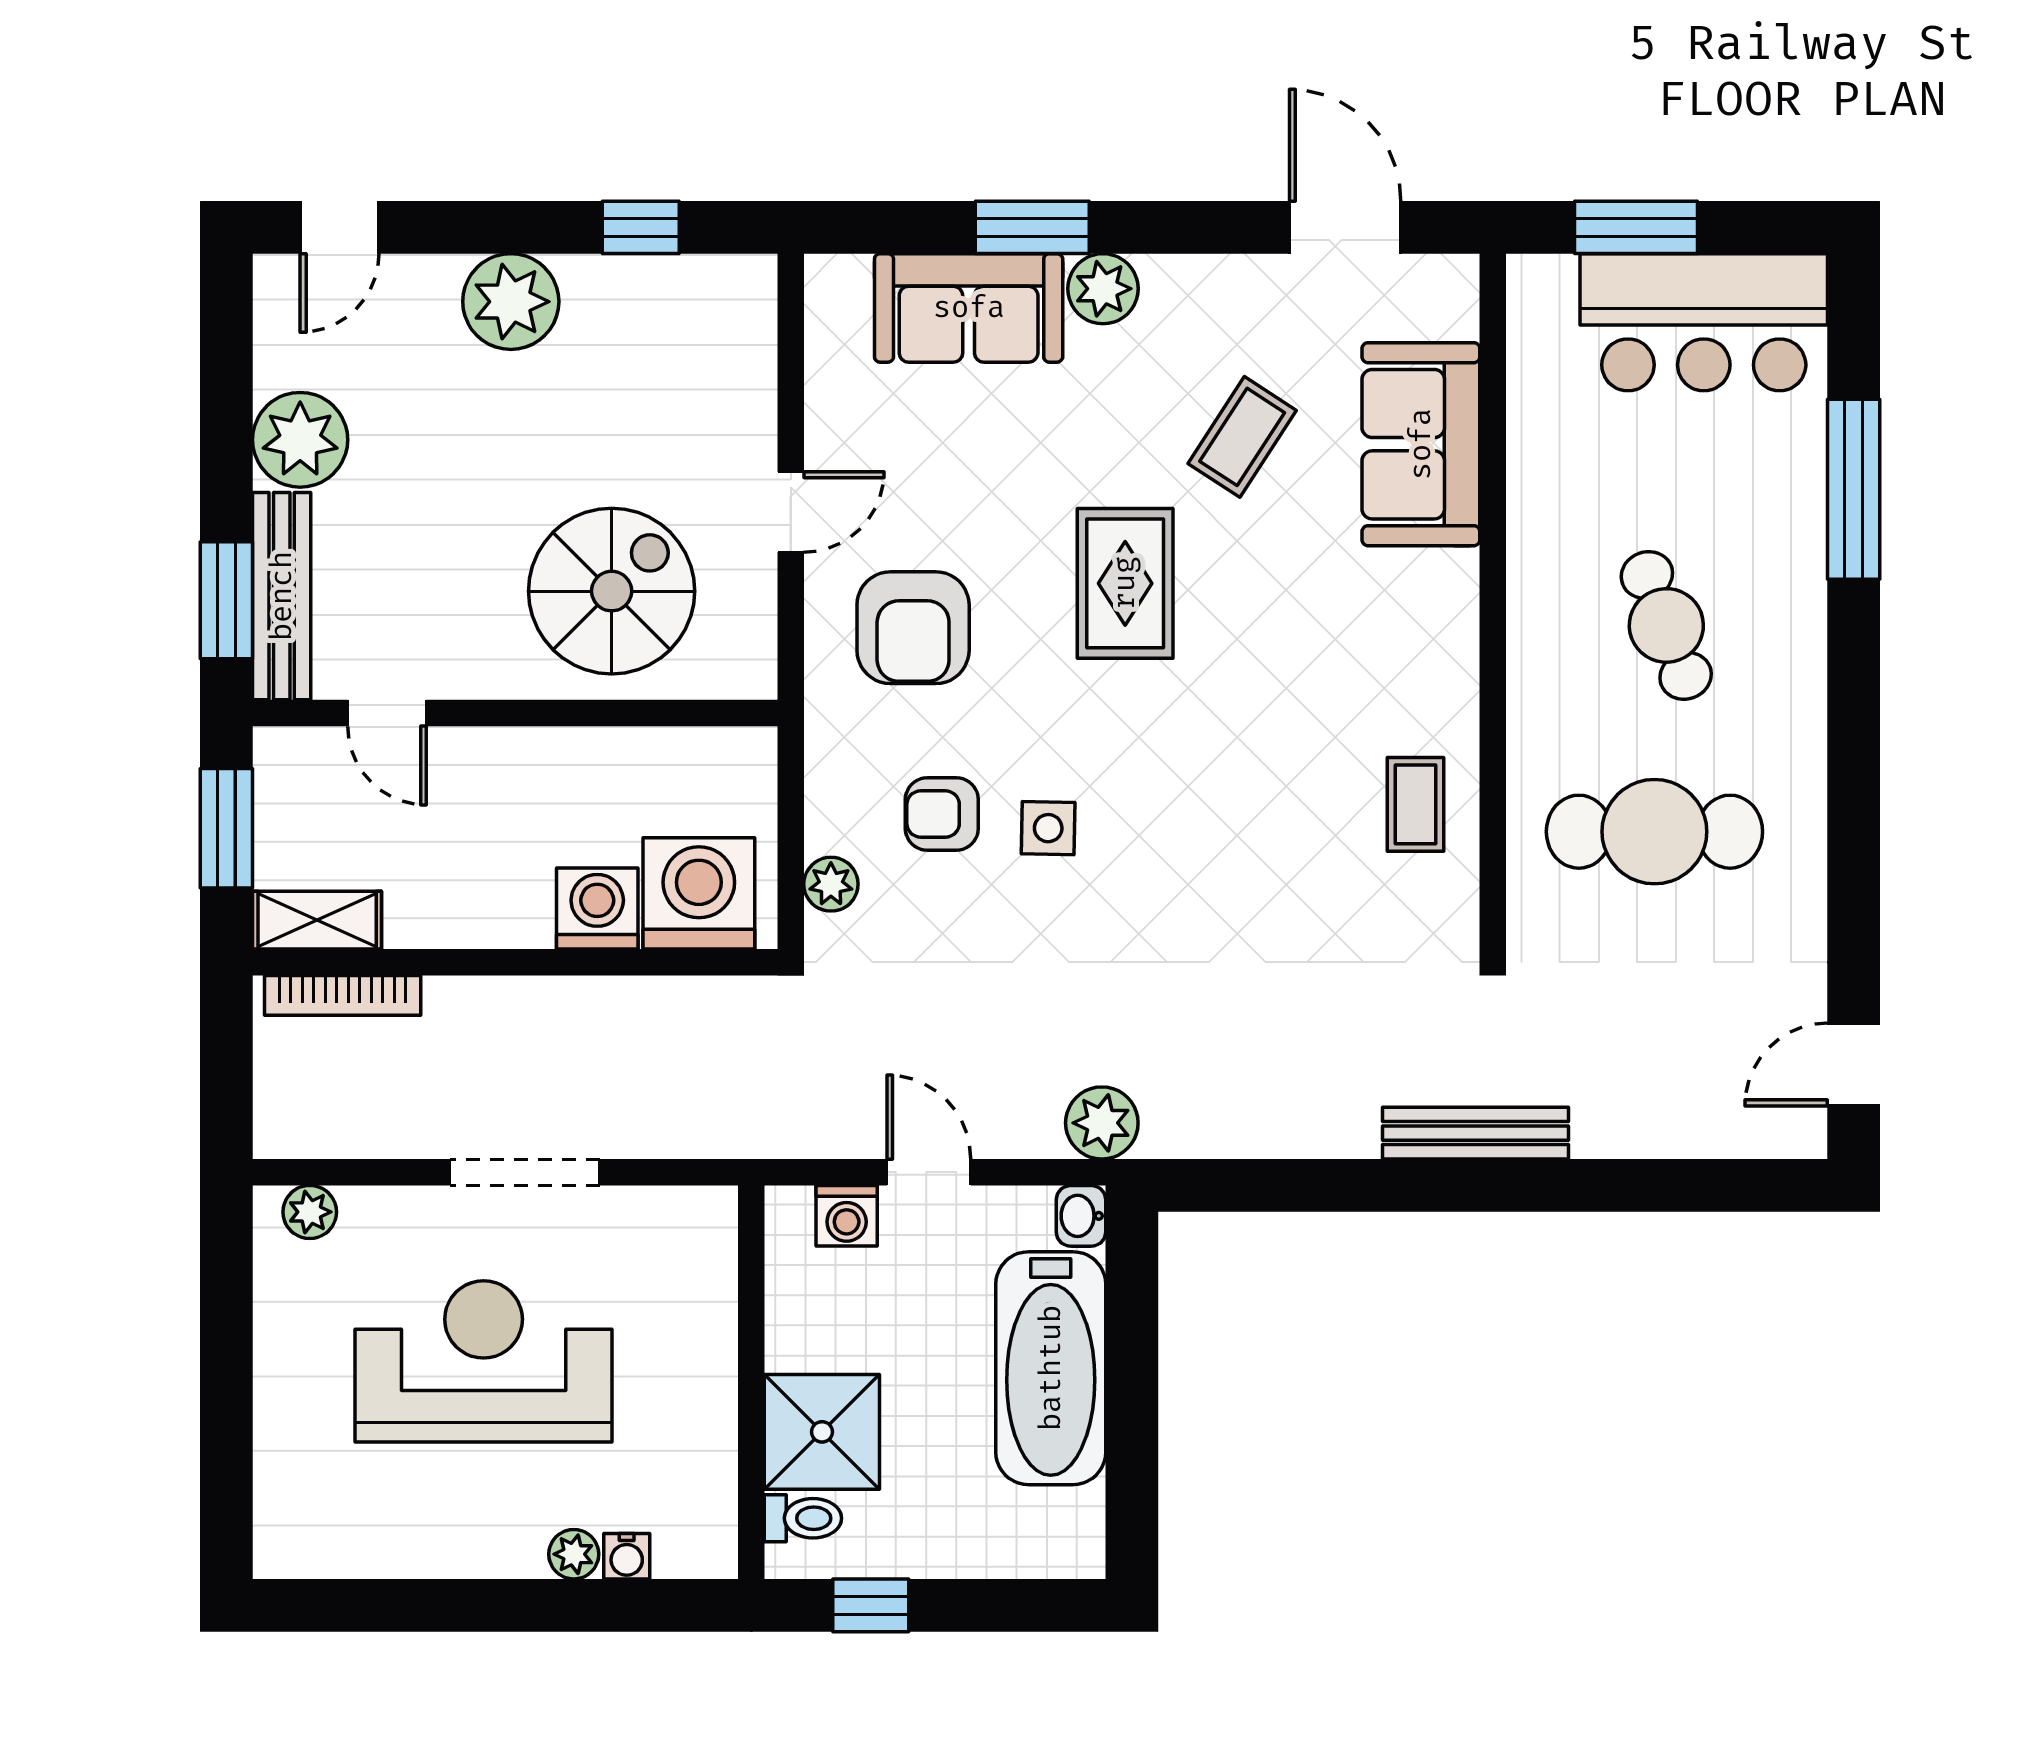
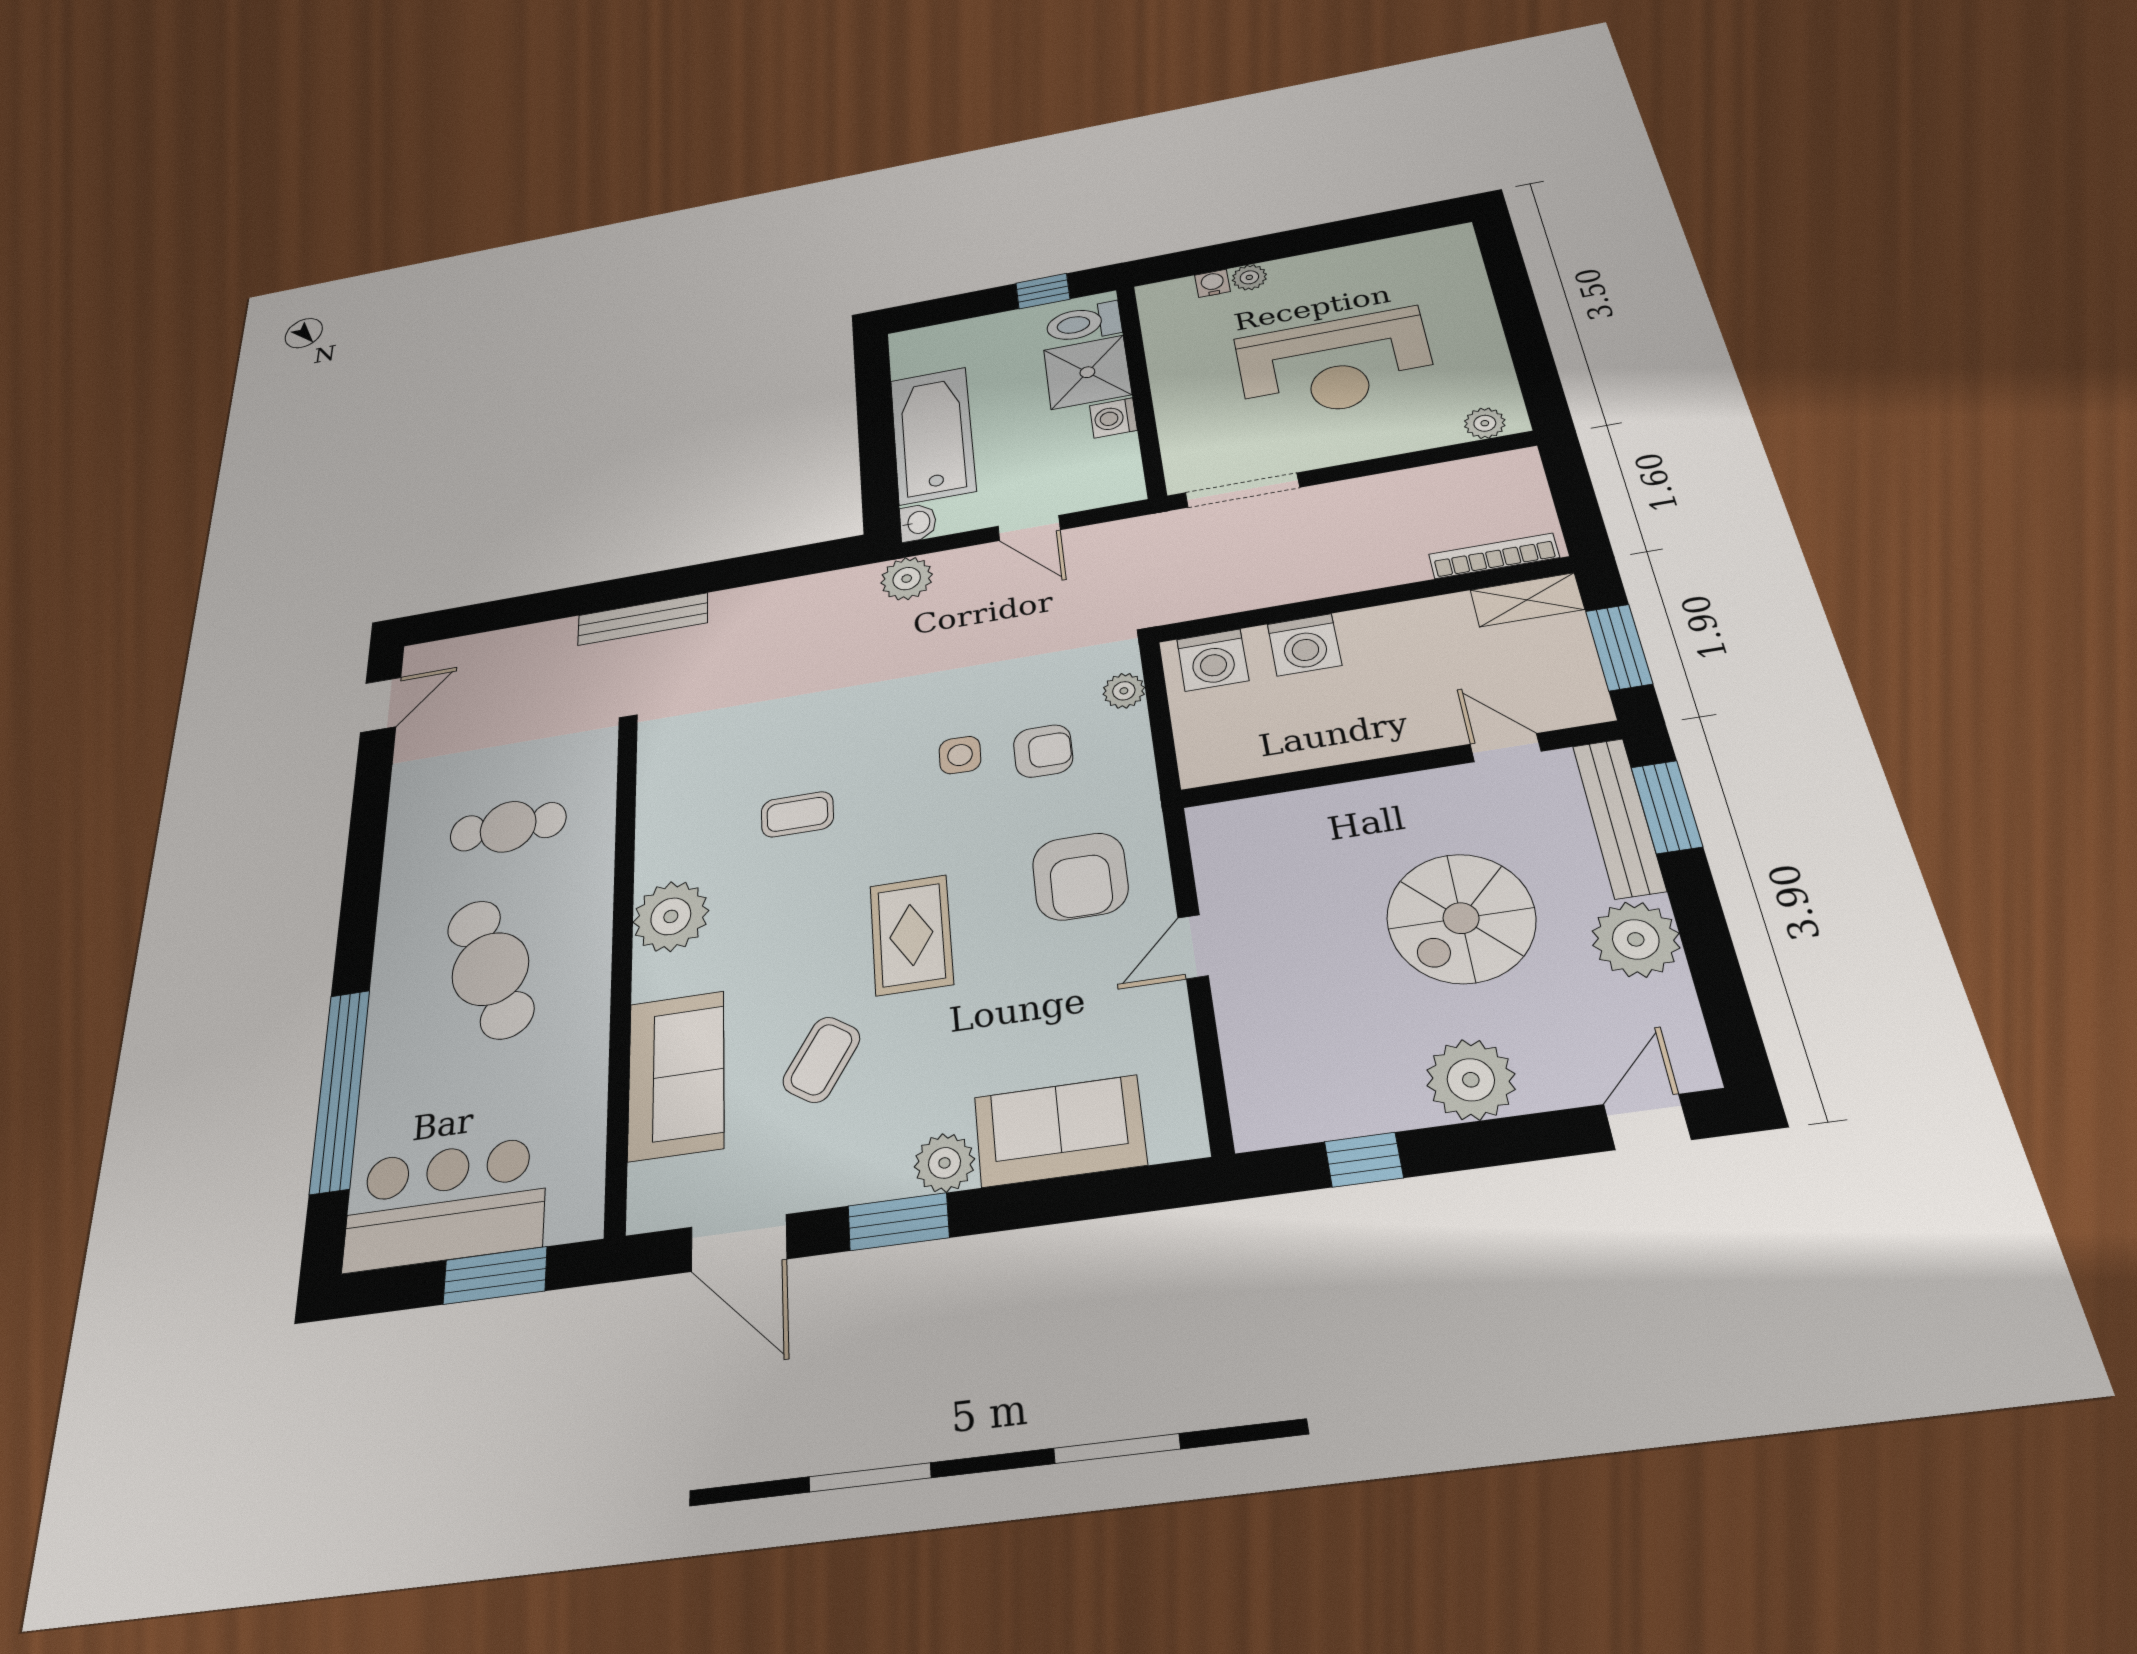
window: (1032, 227) -> (898, 1222), moved
window: (1854, 489) -> (340, 1090), width x1.46
spiral stairs: (612, 591) -> (1461, 918), moved
cafe table: (1666, 625) -> (490, 969), width x1.37, depth x1.35
armchair: (913, 628) -> (1080, 876), turned 180
plant: (1430, 660) -> (671, 916), added
coffee table: (1415, 804) -> (797, 814), moved, turned 90
cafe table: (1654, 832) -> (508, 827), width x0.73, depth x0.74
washing machine: (699, 893) -> (1213, 660), width x0.73, depth x0.73
doorway: (525, 1172) -> (1242, 490), moved
washing machine: (847, 1216) -> (1113, 418), moved, turned -90
toilet: (803, 1518) -> (1084, 323), width x1.37, depth x1.39

